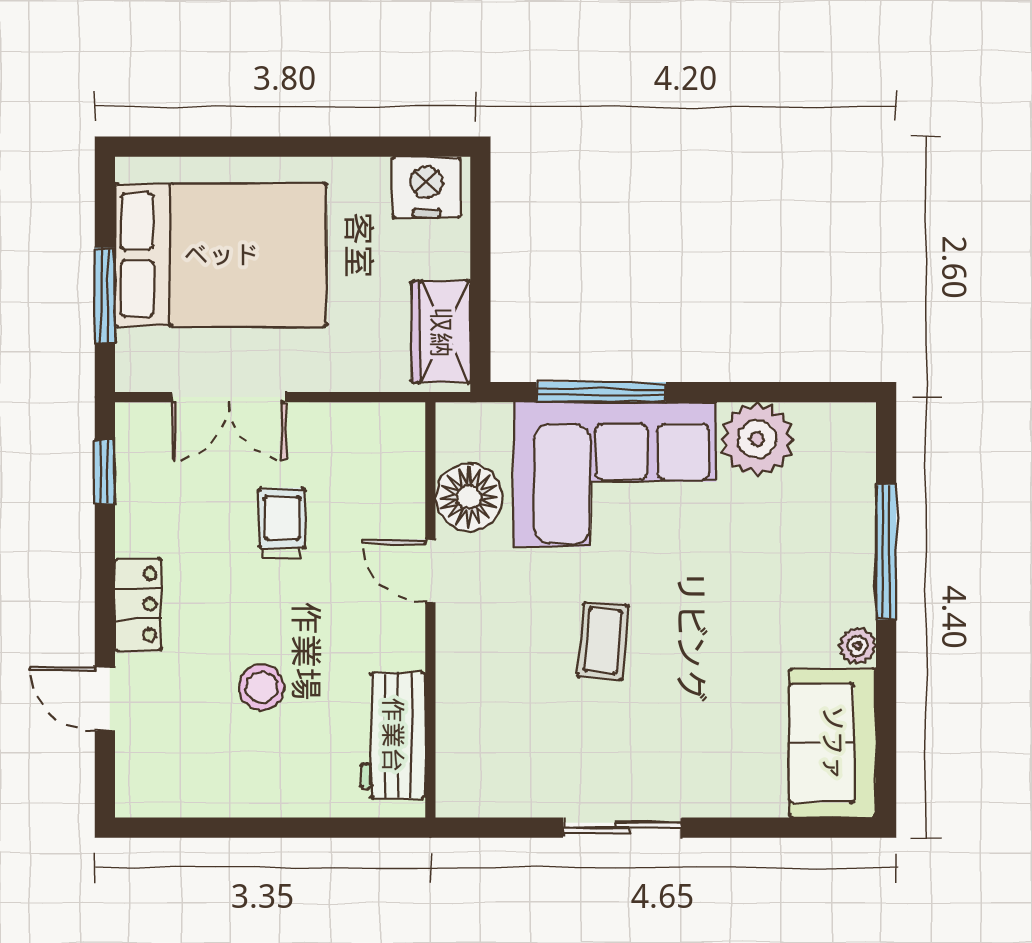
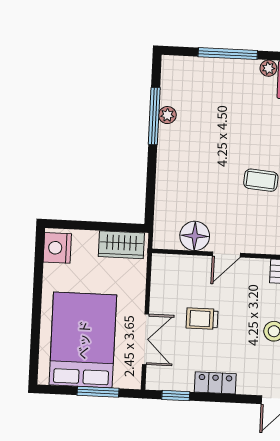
window: (601, 392) -> (154, 116), moved
plant: (757, 439) -> (167, 115), width x0.53, depth x0.53
corner sofa: (615, 474) -> (188, 171), removed
locker: (138, 604) -> (215, 383), moved

